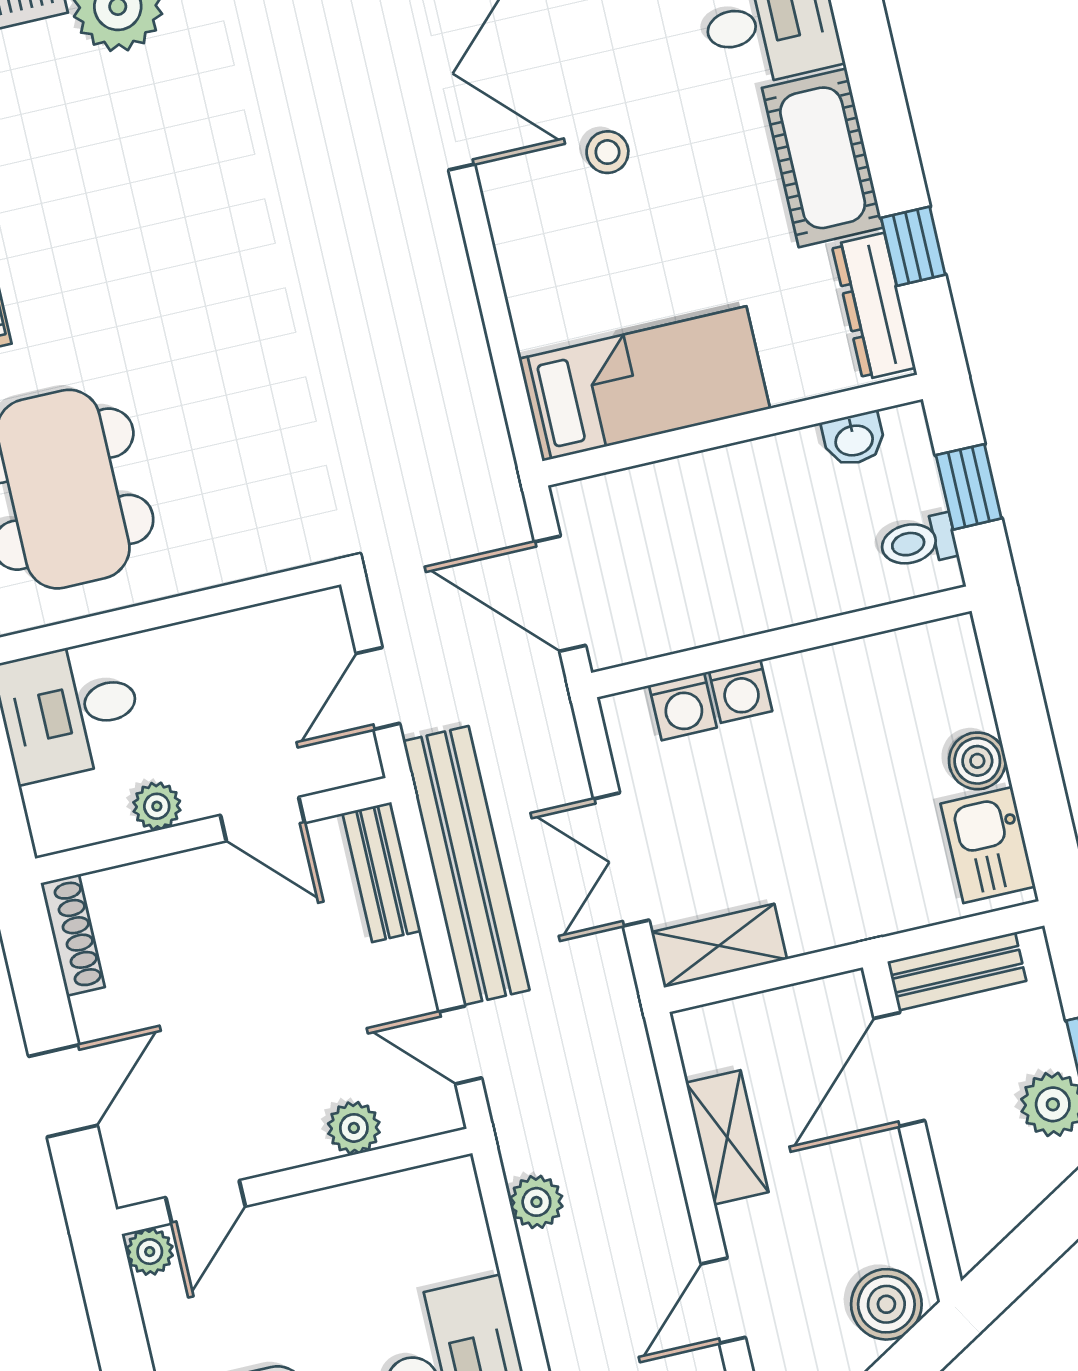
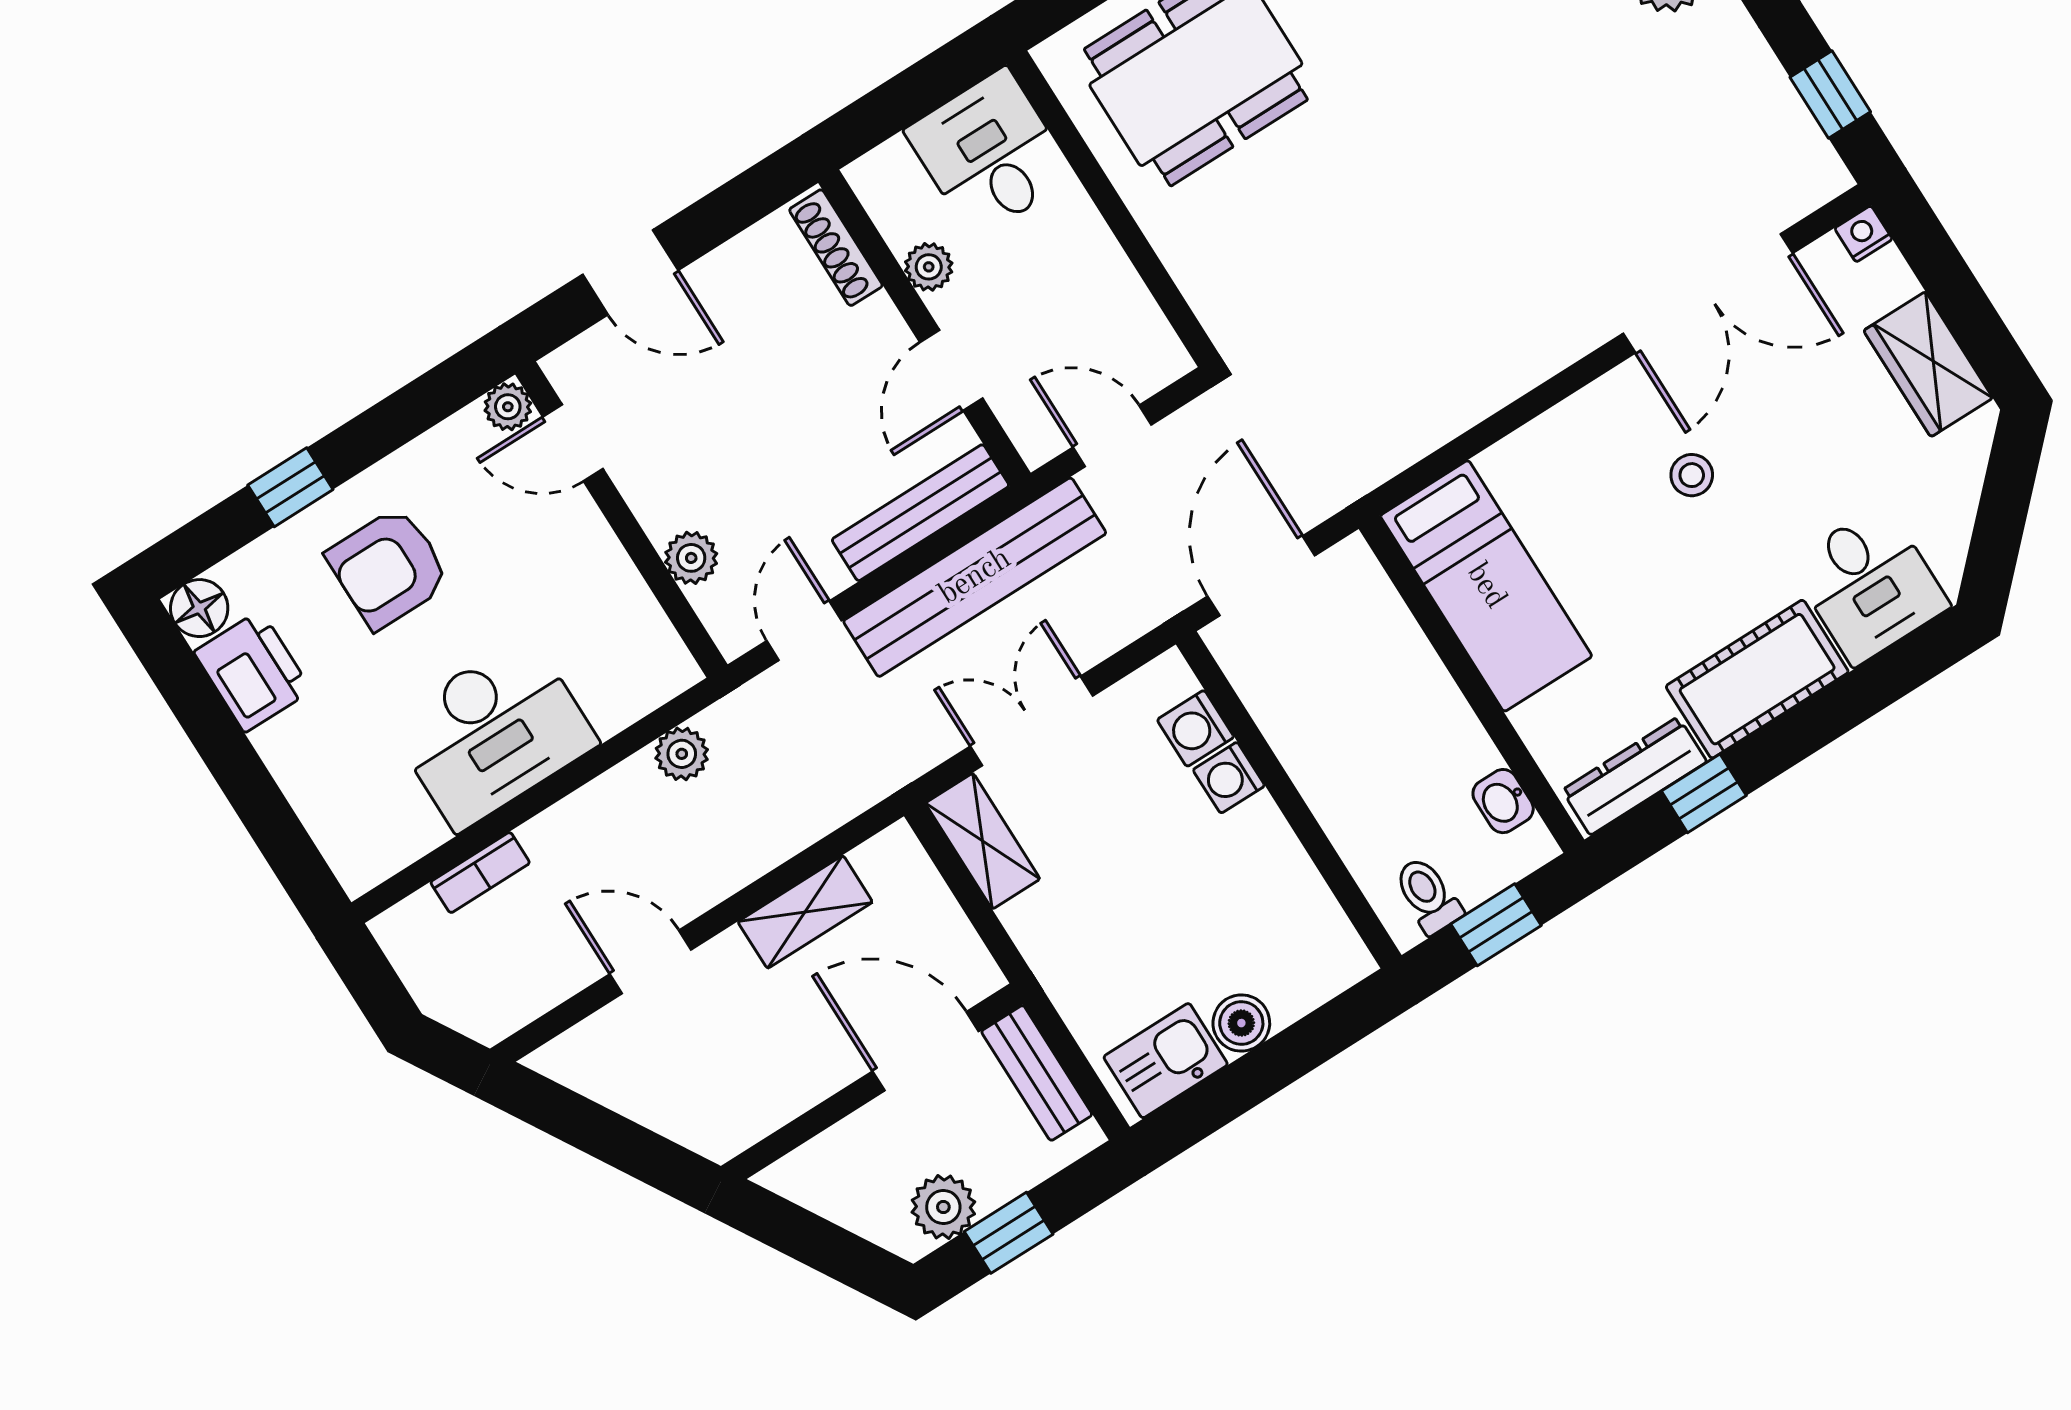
bench: (382, 872) -> (921, 513), width x1.36
shoe rack: (73, 935) -> (836, 248), moved, turned 90
boiler: (886, 1304) -> (701, 1116), removed

